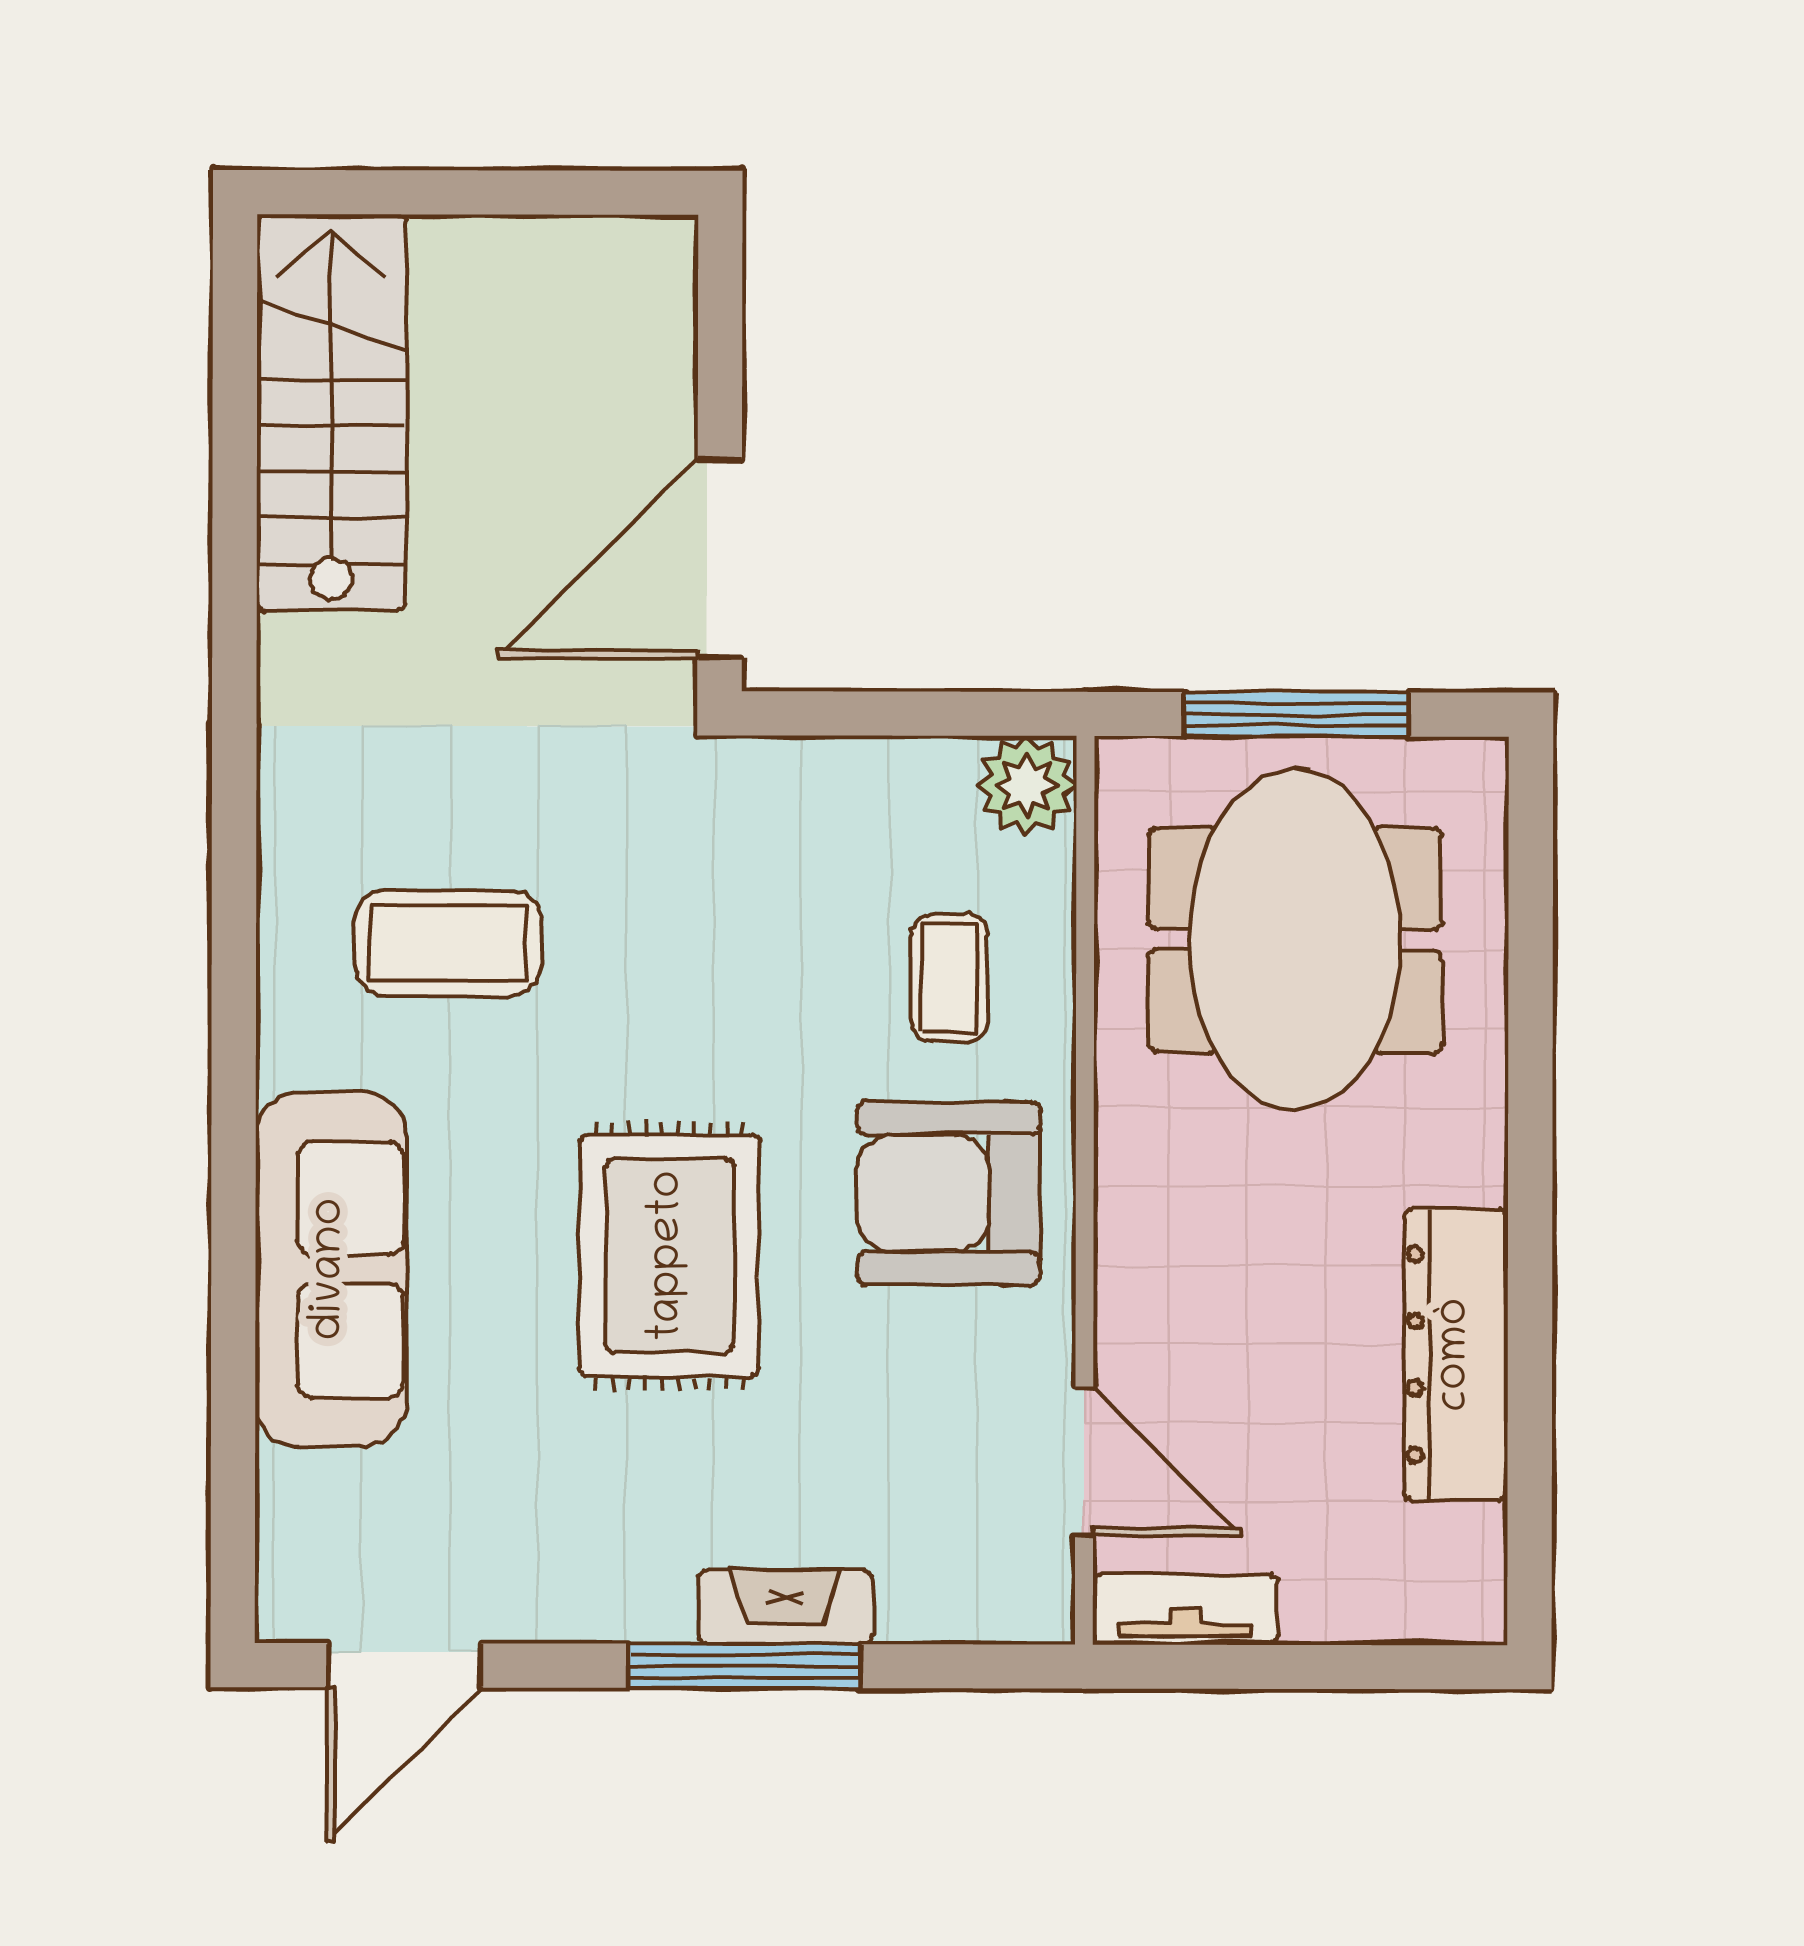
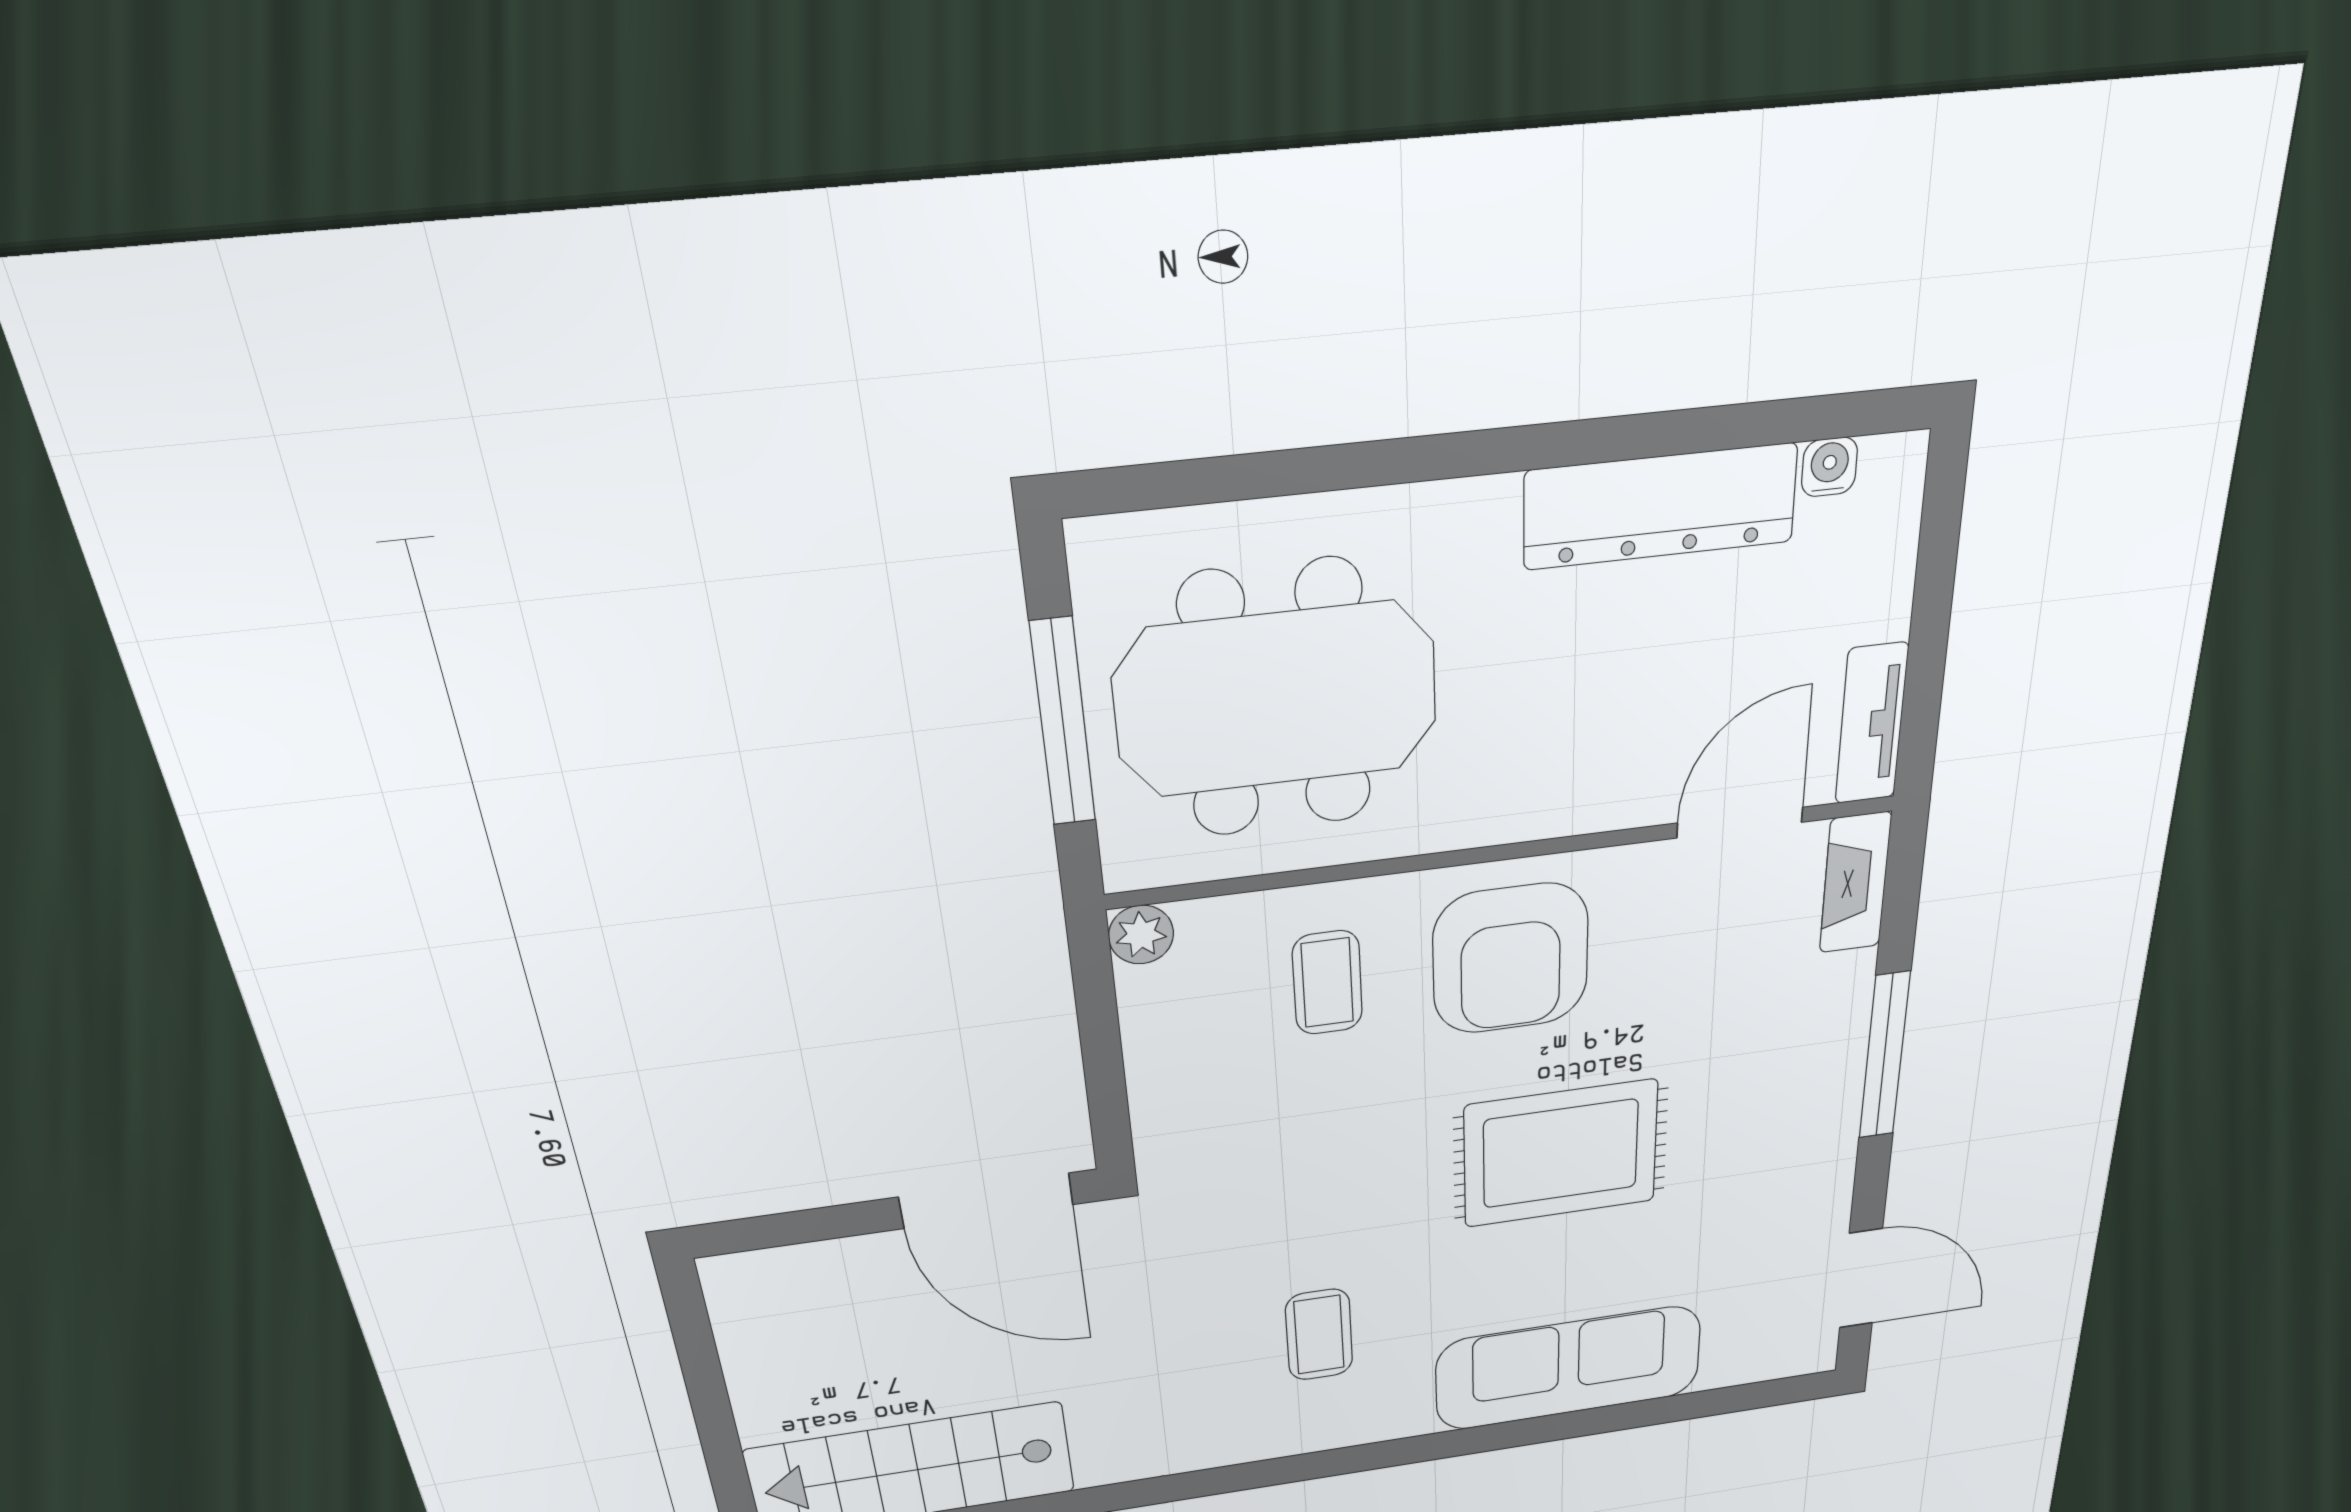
plant: (1027, 786) -> (1141, 935), width x0.73, depth x0.73
coffee table: (448, 943) -> (1319, 1335), width x0.73, depth x0.77
coffee table: (949, 978) -> (1327, 983), turned 90
water cooler: (1478, 1537) -> (1829, 467), added
fireplace: (786, 1607) -> (1855, 883), moved

